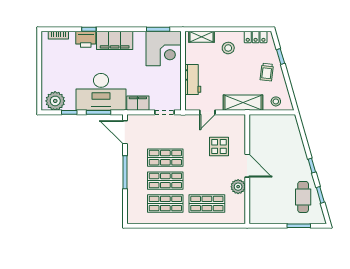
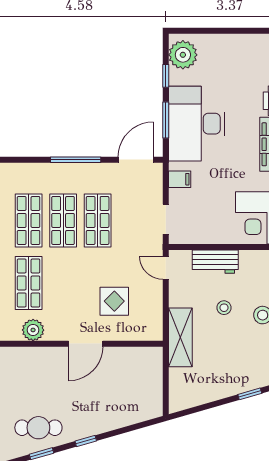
trolley: (267, 72) -> (226, 373), removed
stool: (276, 101) -> (224, 308), moved
filing cabinet: (138, 103) -> (180, 179), width x0.50
door: (207, 112) -> (166, 268), moved
plant: (238, 187) -> (33, 330), moved

